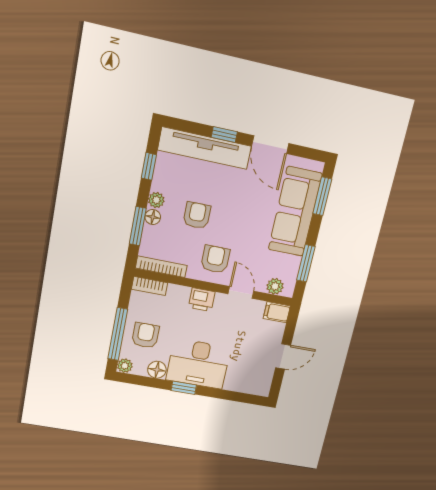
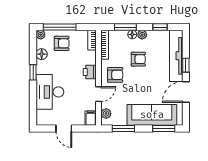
desk: (198, 364) -> (50, 92), moved

